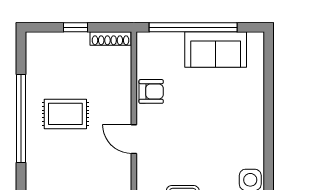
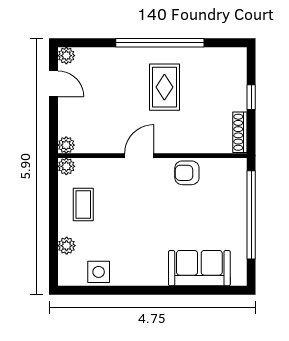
sofa: (216, 49) -> (199, 268), moved, turned 90
armchair: (151, 91) -> (187, 173), turned 90

